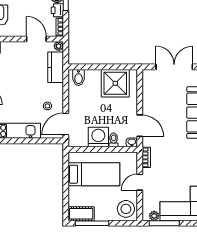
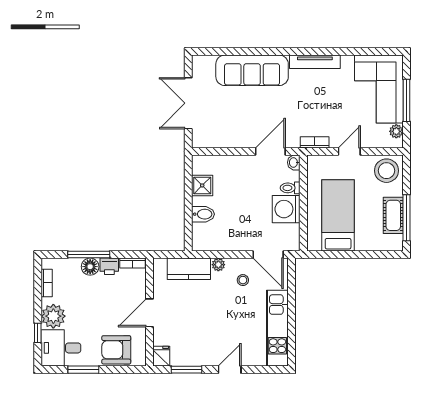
door: (36, 39) -> (149, 313), moved
plant: (59, 46) -> (218, 265), moved
bidet: (78, 77) -> (203, 214), moved
shower: (115, 83) -> (202, 185), width x0.54, depth x0.54
door: (140, 182) -> (349, 151), swing flipped
cot: (81, 214) -> (393, 215), moved
window: (164, 223) -> (407, 100), moved

